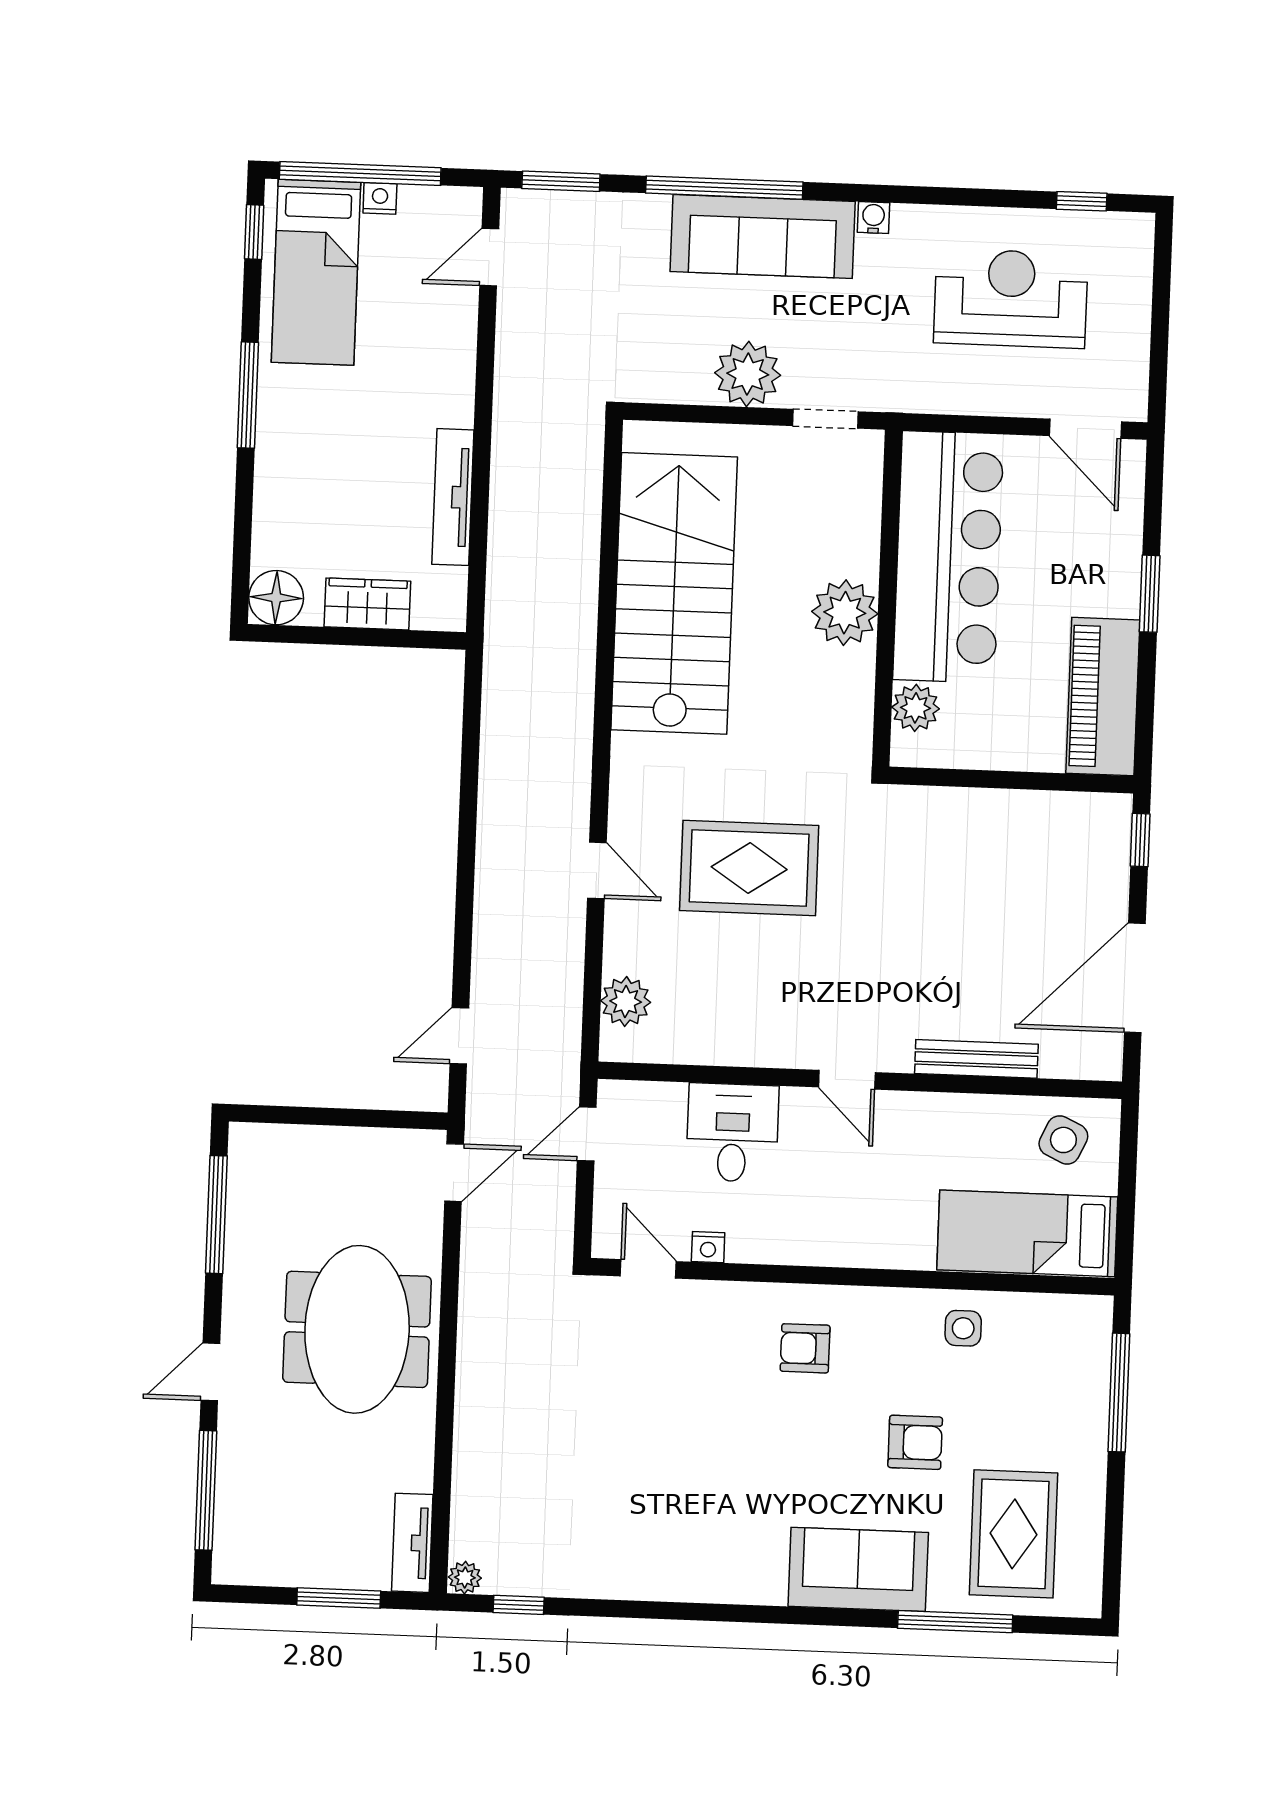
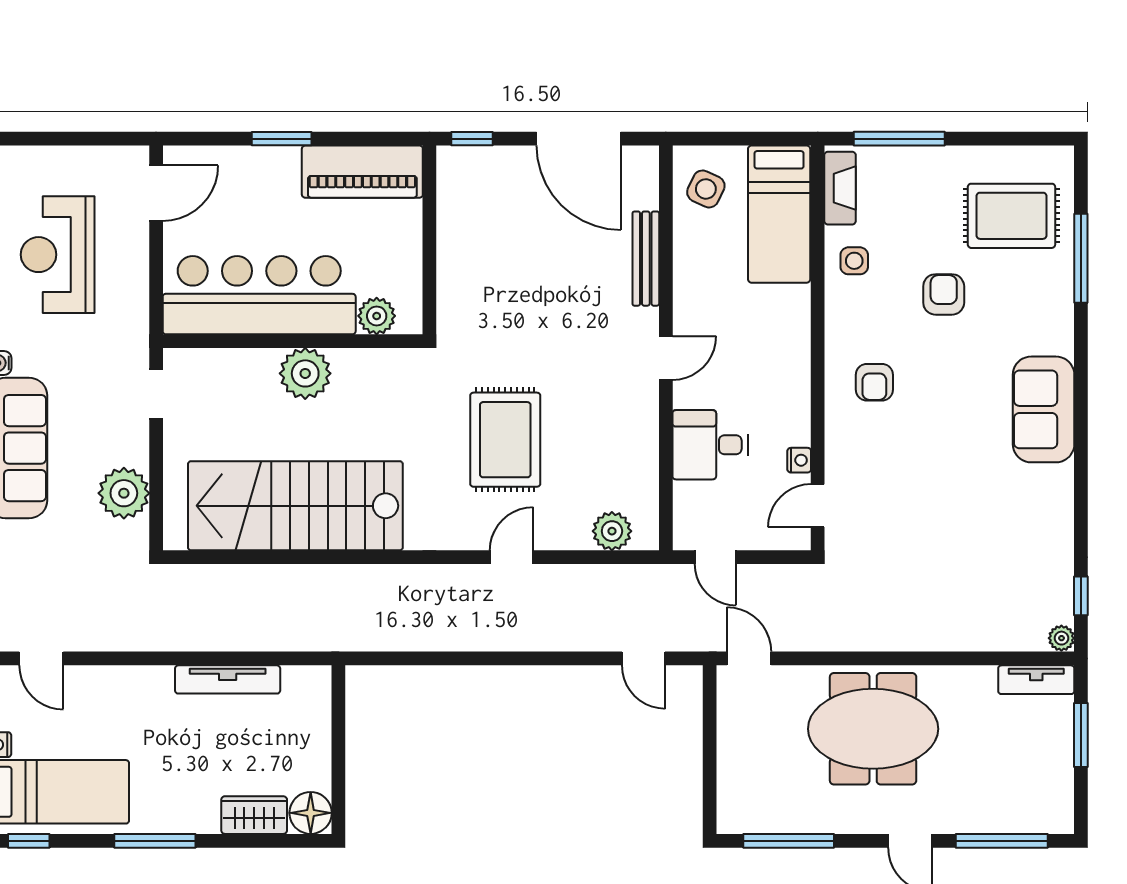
plant: (748, 374) -> (124, 493), moved
wardrobe: (367, 604) -> (254, 815), moved, turned 90
fireplace: (1058, 1313) -> (840, 188), added
sofa: (858, 1569) -> (1044, 409), moved

